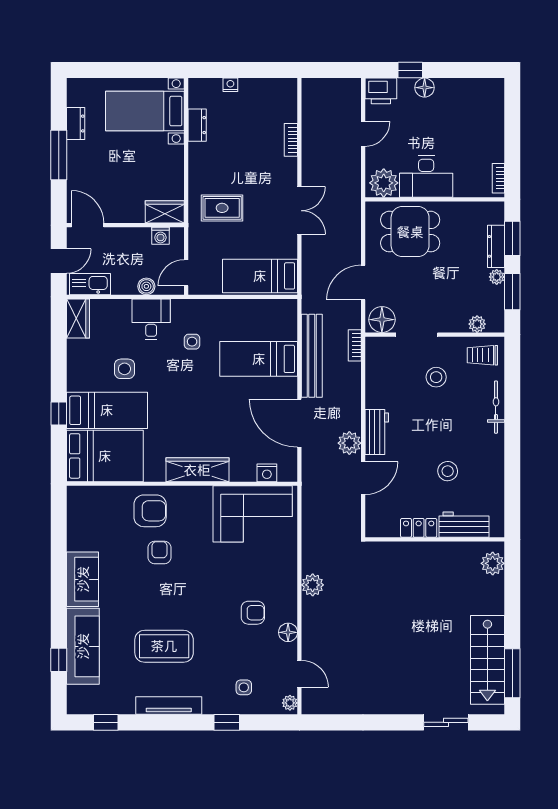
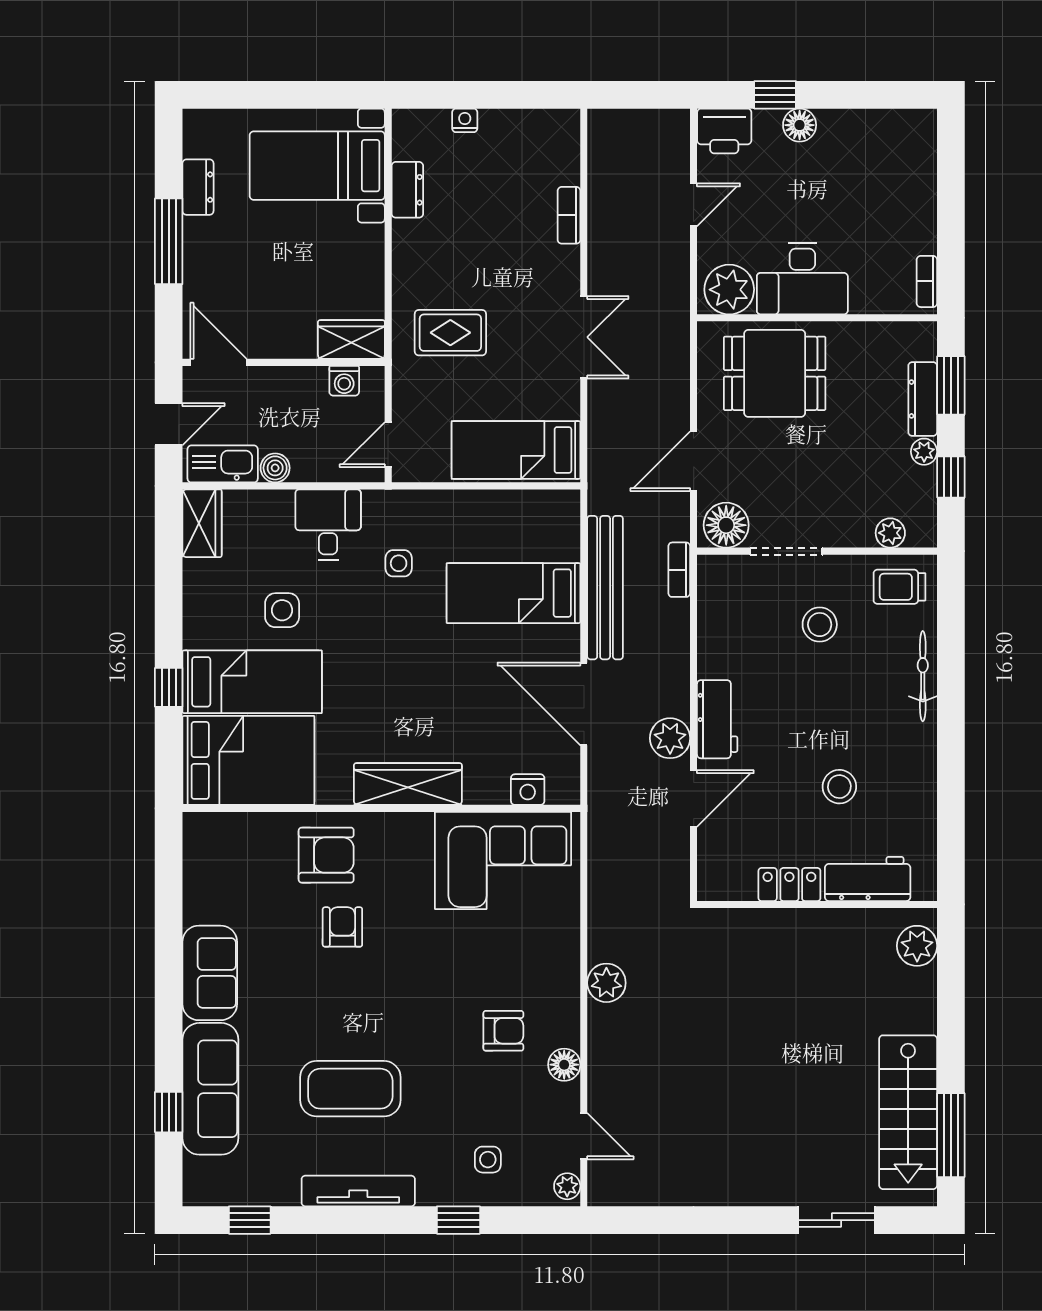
boiler: (146, 286) -> (275, 468), moved
window: (512, 292) -> (951, 477), width x0.67

